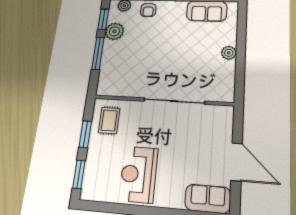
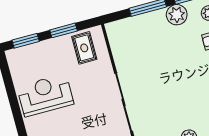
rug: (109, 120) -> (84, 48), turned 90

